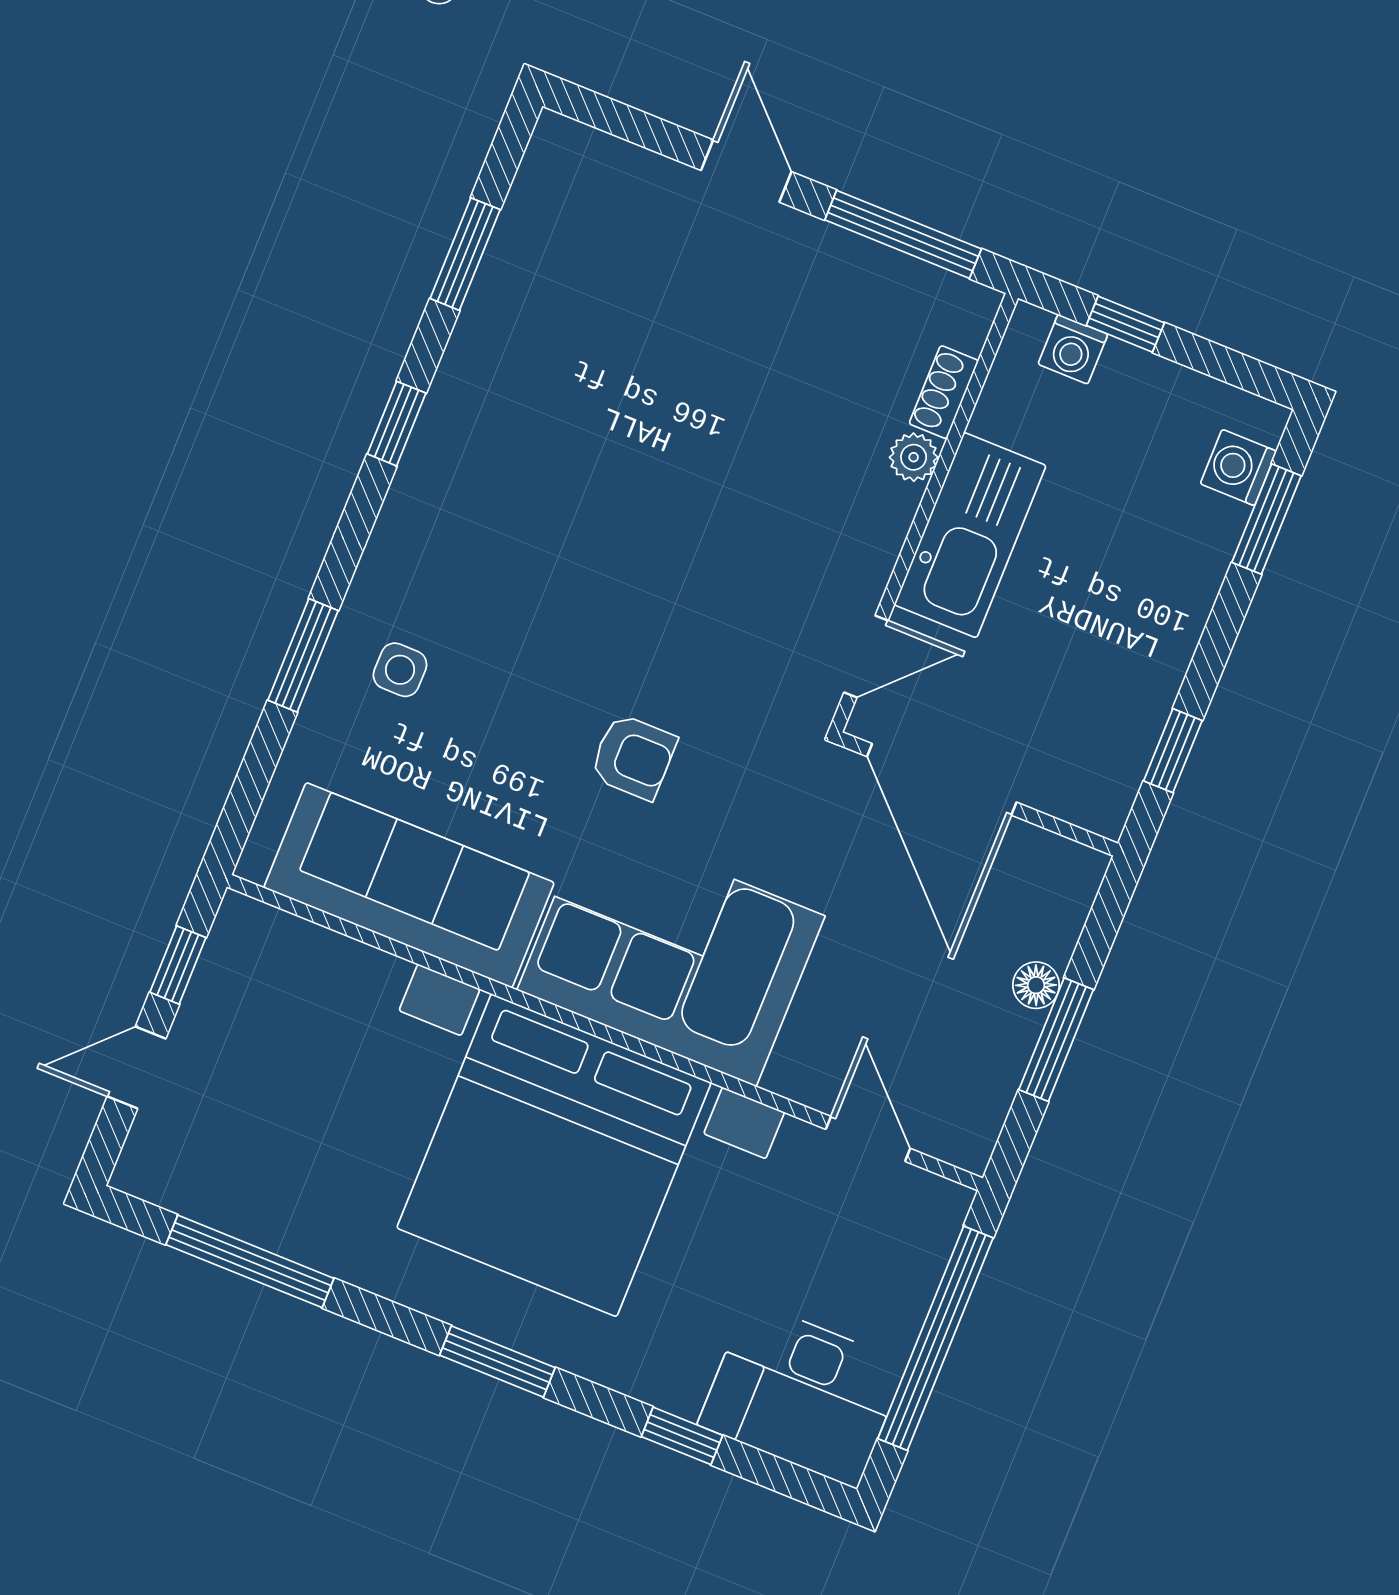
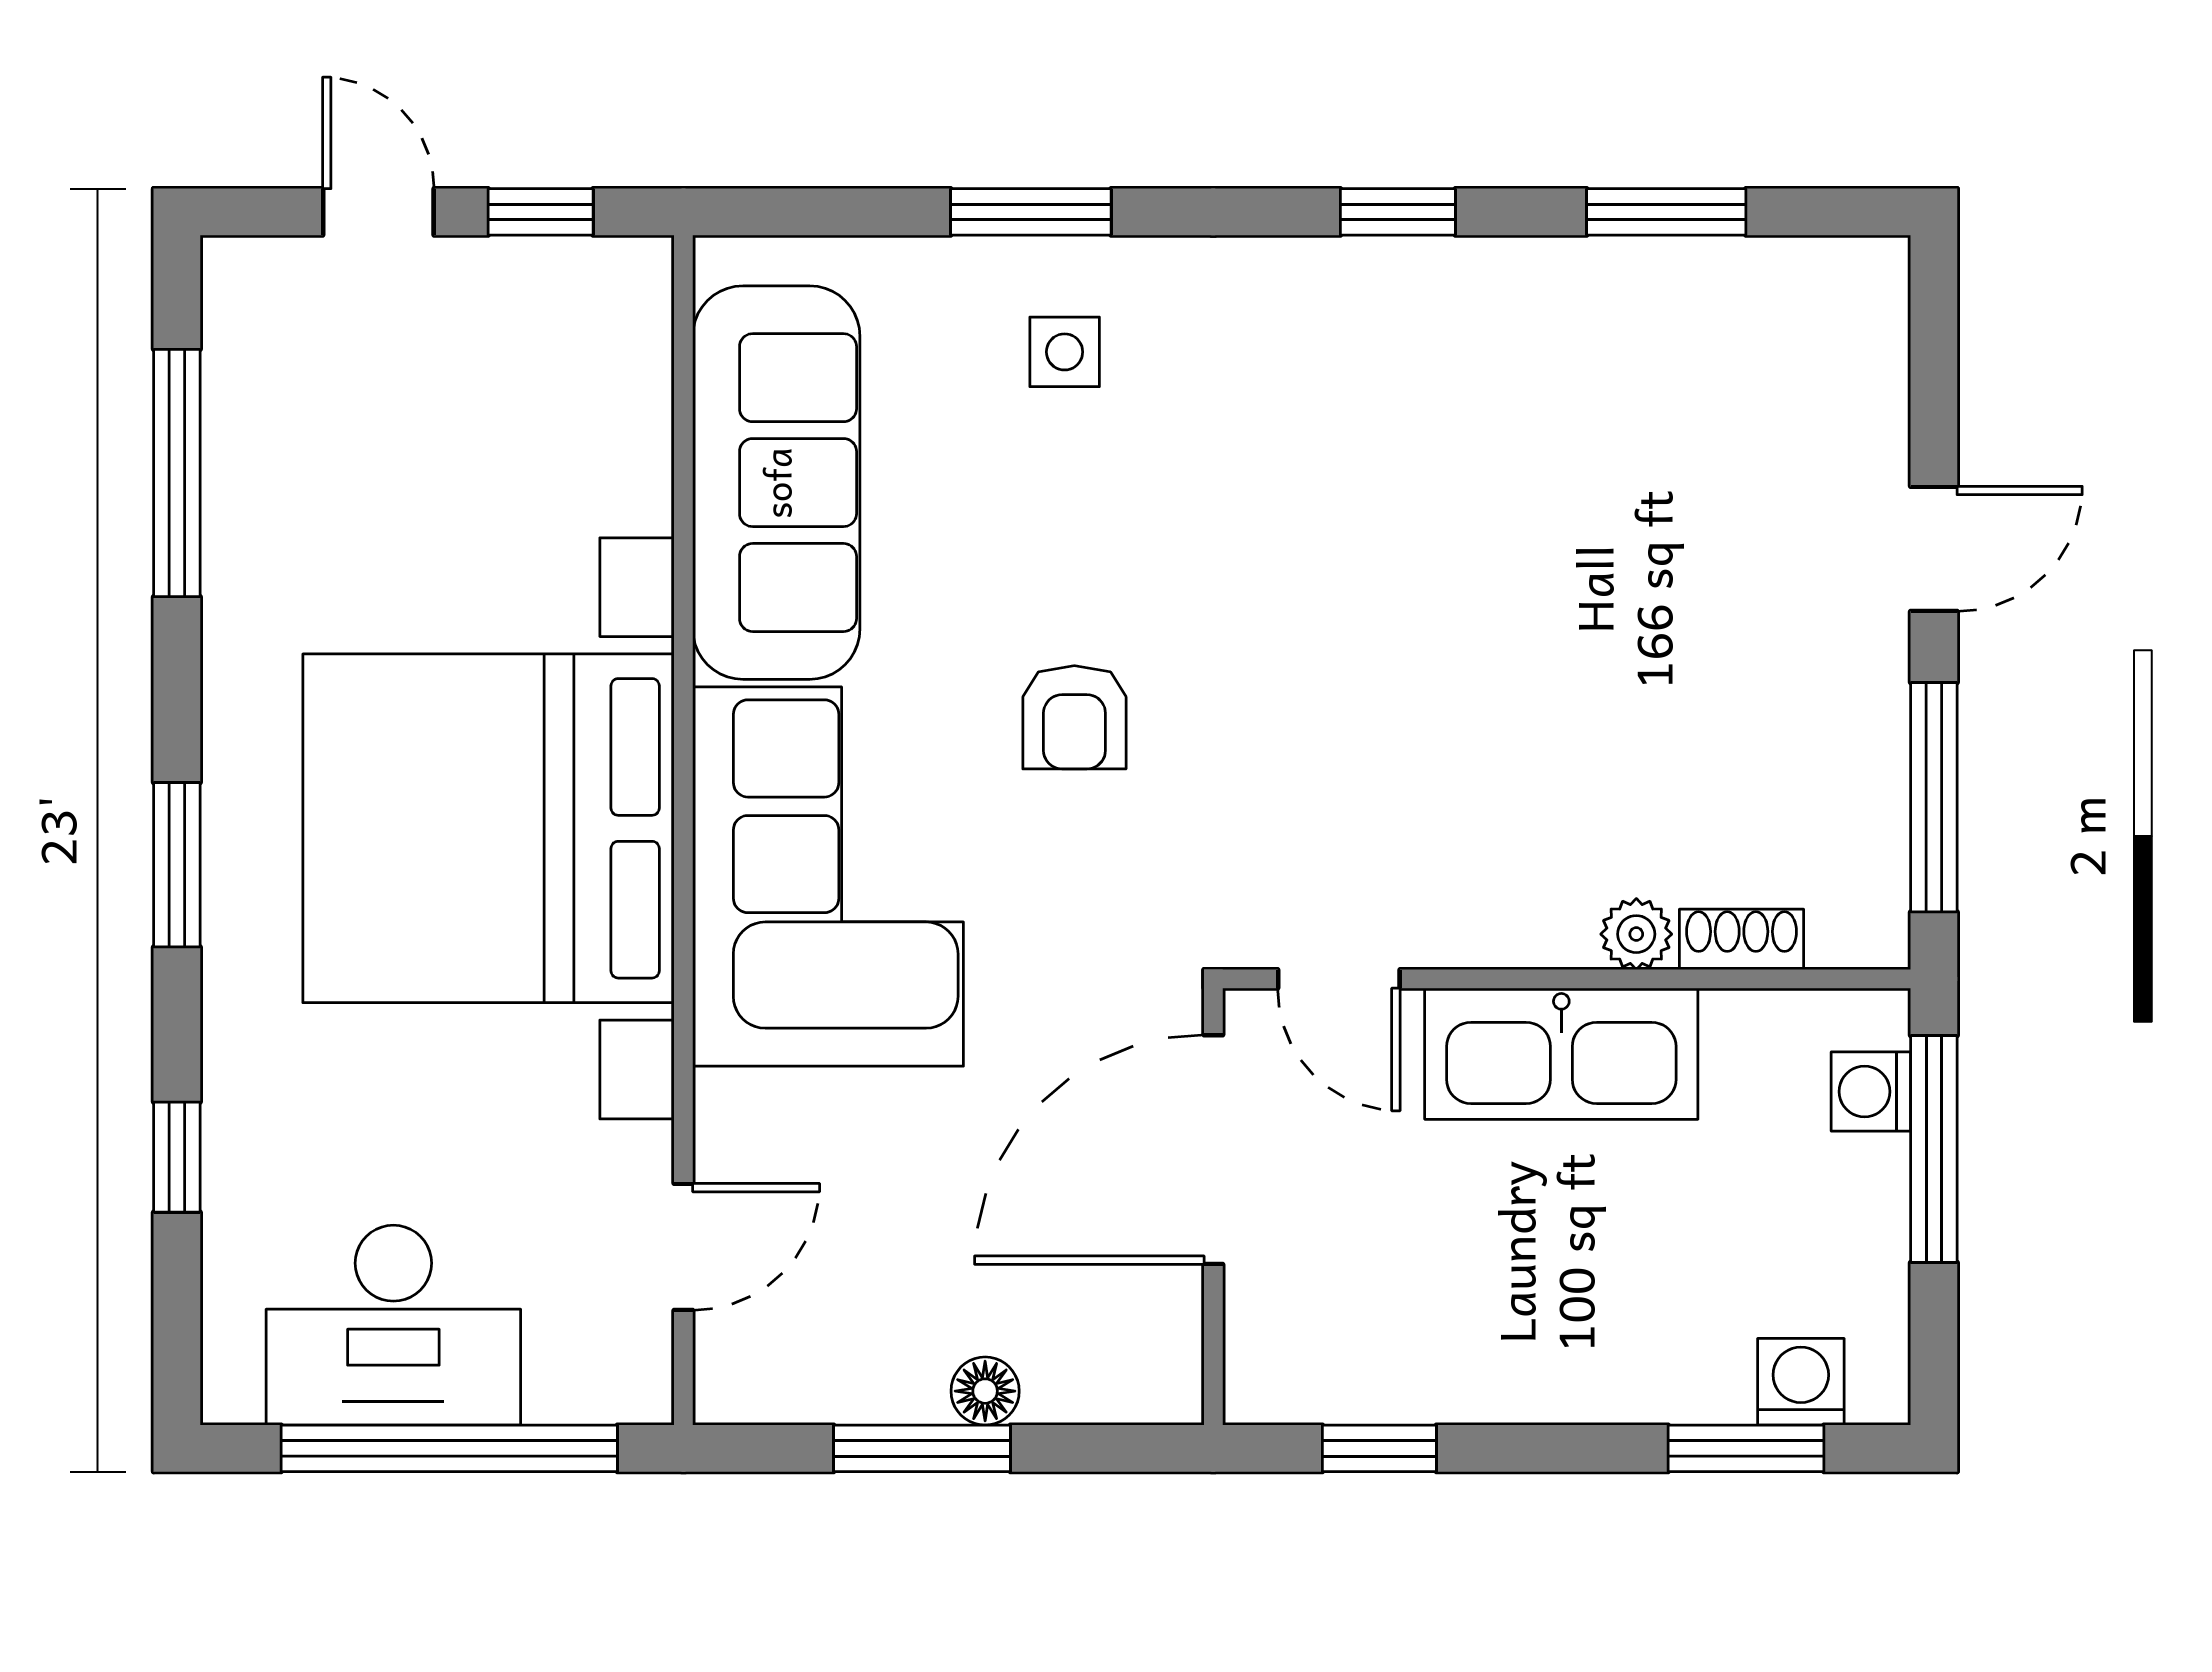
window: (1125, 324) -> (1934, 1149), width x2.17
desk: (802, 1394) -> (393, 1325), moved, turned -90

